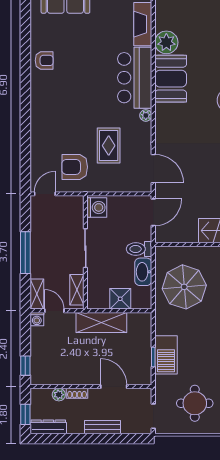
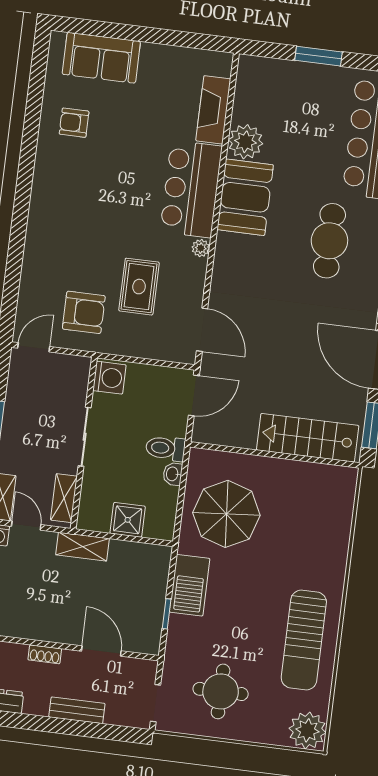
armchair: (44, 60) -> (74, 123), moved, turned 180
armchair: (75, 167) -> (84, 312), turned 180
washbasin: (143, 272) -> (173, 474), width x0.52, depth x0.69
shelving: (101, 322) -> (83, 547), width x0.67, depth x0.75
barbecue: (166, 355) -> (190, 585), moved
plant: (59, 395) -> (17, 653), removed

